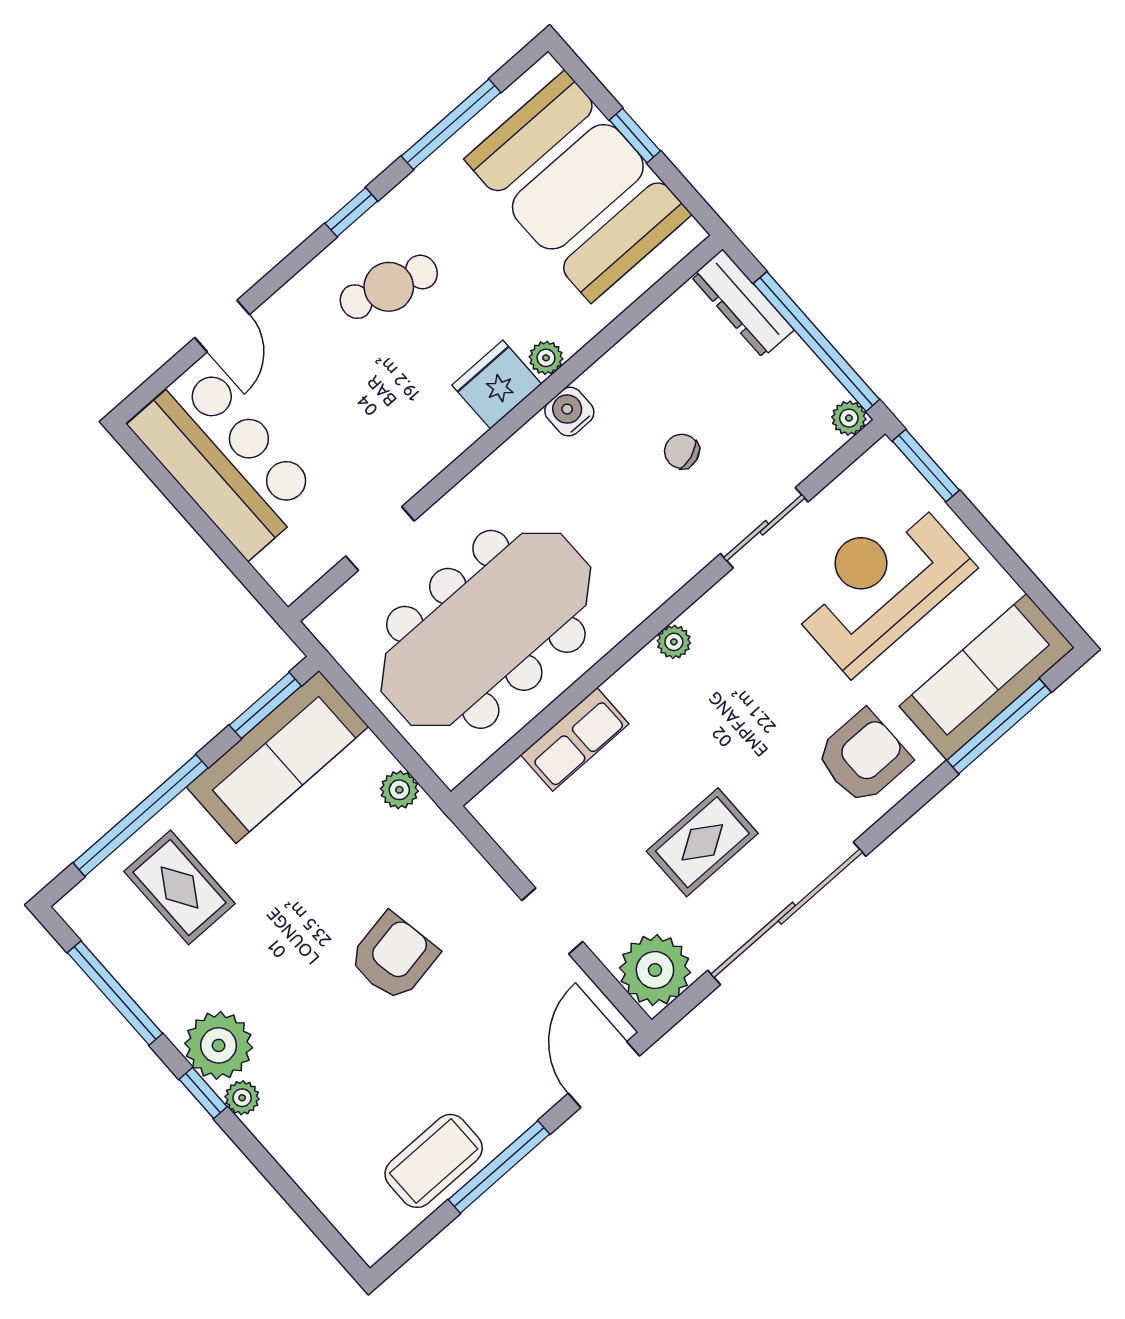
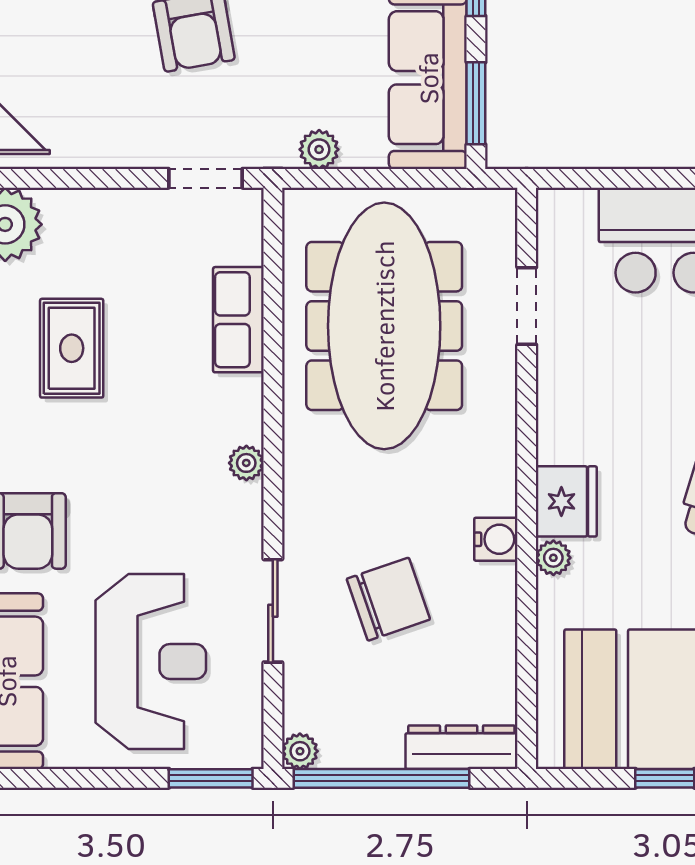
chair: (682, 451) -> (388, 599), width x1.87, depth x1.87
doorway: (552, 921) -> (206, 178), moved

